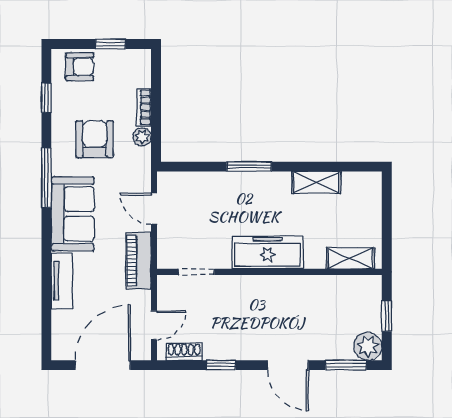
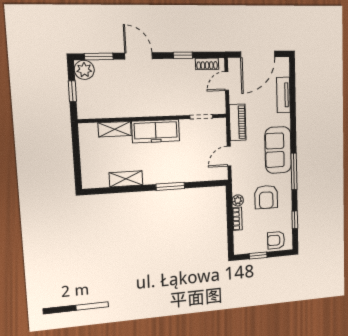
door: (154, 208) -> (229, 156), swing flipped
shelving: (350, 258) -> (115, 129), moved
tv unit: (62, 281) -> (283, 95), moved

